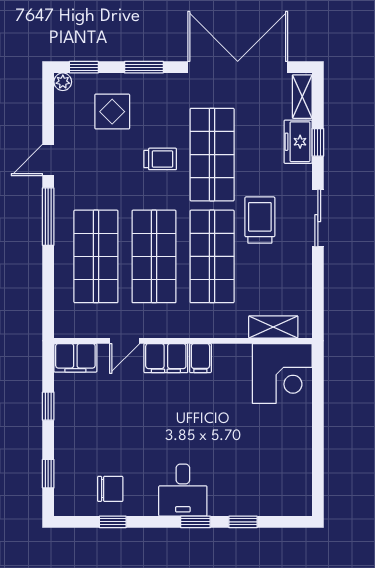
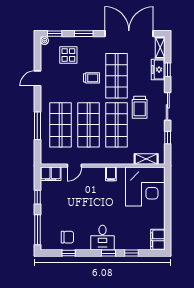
window: (48, 217) -> (37, 126), moved
trolley: (260, 220) -> (140, 107), turned 180
window: (318, 283) -> (168, 138), added
filing cabinet: (166, 358) -> (158, 240), moved, turned 90
corner desk: (282, 373) -> (145, 187), width x1.36, depth x1.36
window: (48, 474) -> (37, 230), width x2.17

